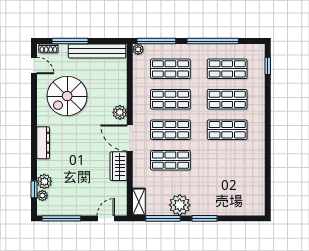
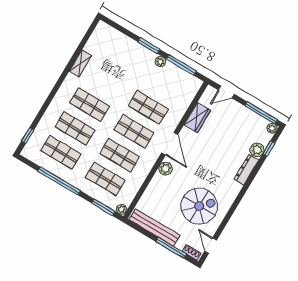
window: (156, 41) -> (103, 207), width x0.69
dresser: (43, 143) -> (246, 170), moved
wardrobe: (119, 166) -> (197, 117), moved
plant: (42, 196) -> (272, 128), moved
shelving: (139, 202) -> (80, 63), moved
plant: (180, 205) -> (160, 62), width x0.53, depth x0.53

